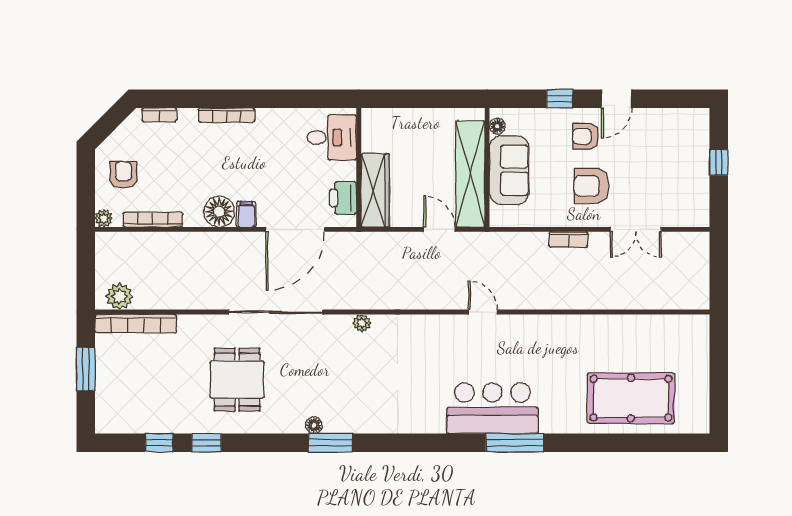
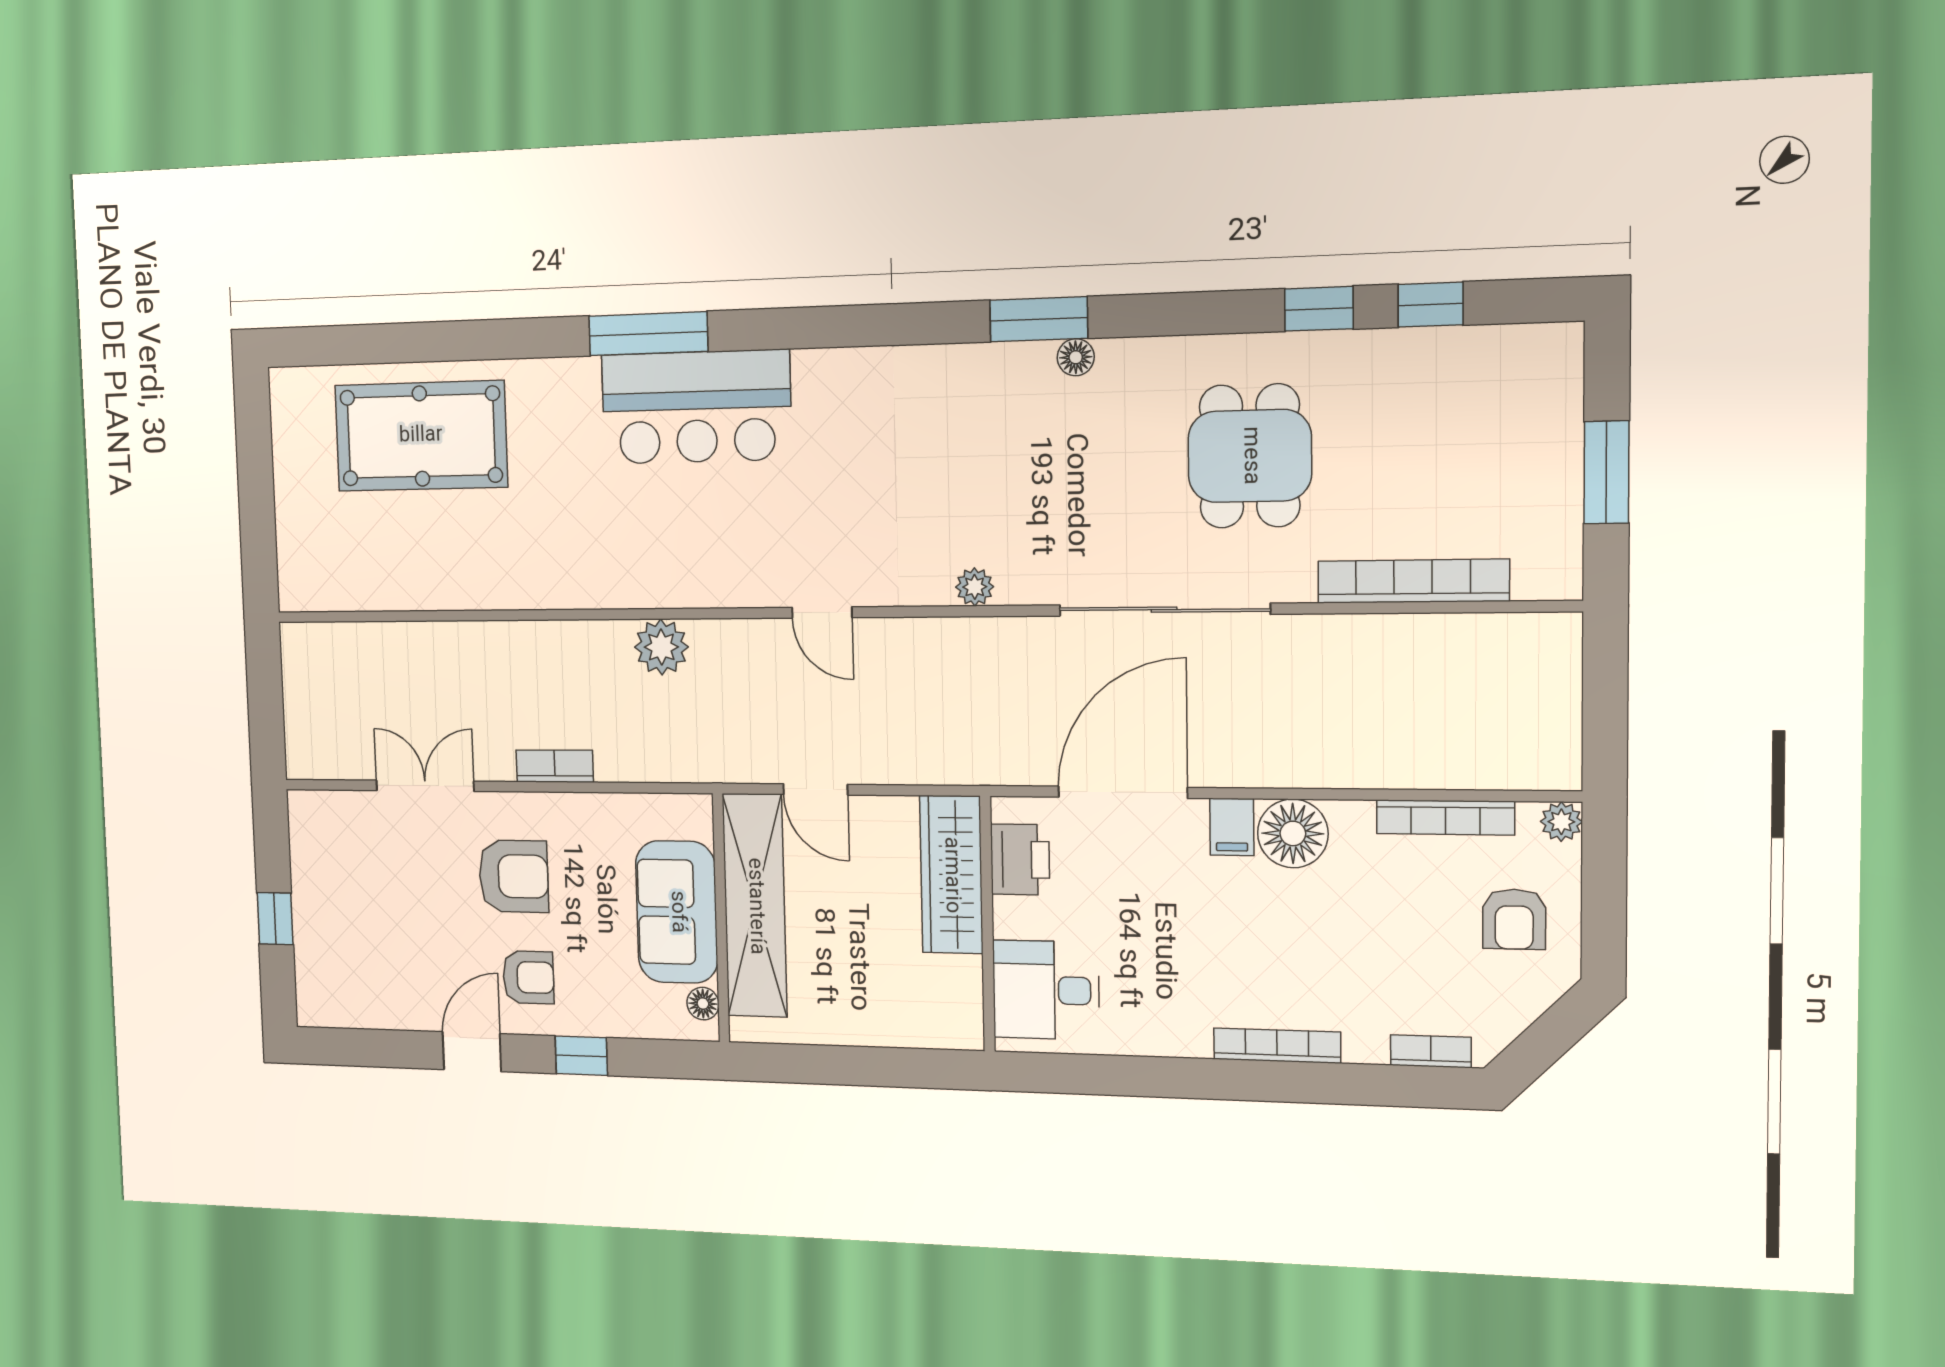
plant: (119, 296) -> (661, 647), moved
door: (483, 312) -> (822, 613), moved
bookcase: (136, 324) -> (1413, 581), moved

